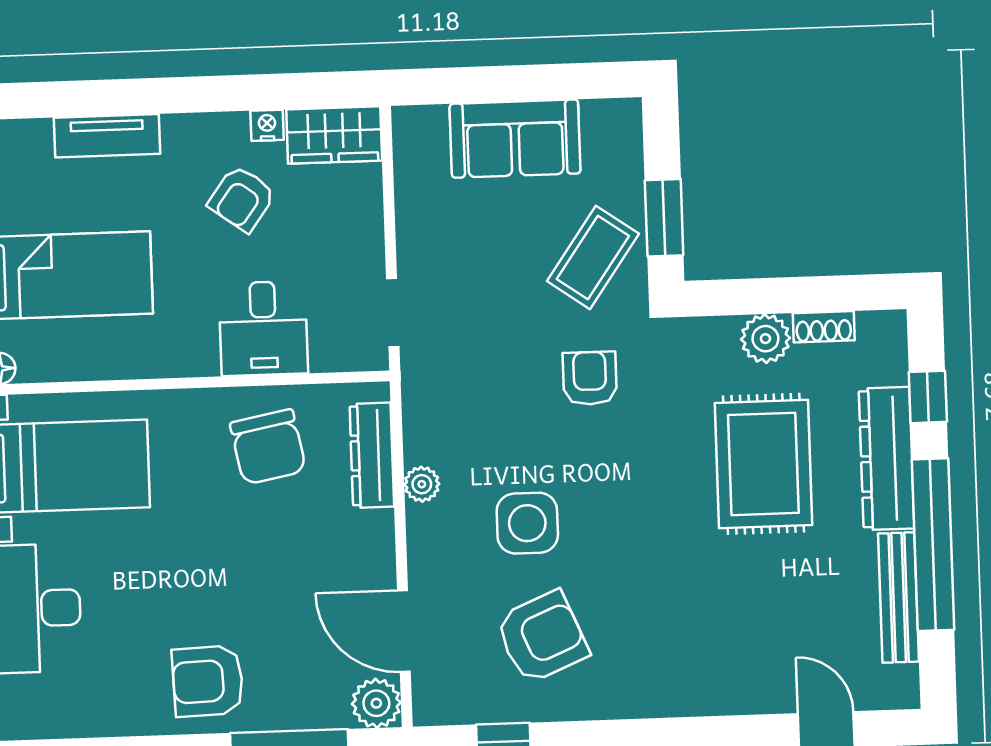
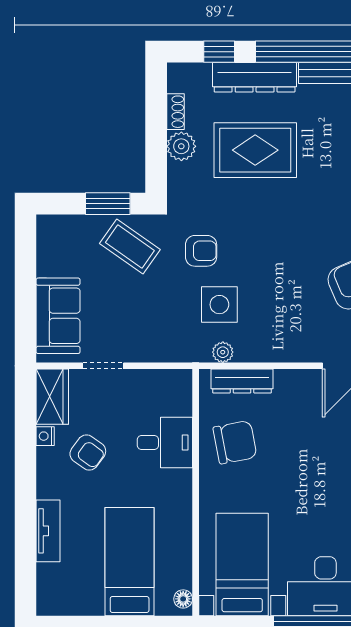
sofa: (515, 139) -> (58, 316), moved
doorway: (393, 312) -> (103, 366), moved
armchair: (590, 378) -> (201, 251), turned 180
plant: (422, 484) -> (223, 352), moved
side table: (527, 523) -> (219, 305), moved

